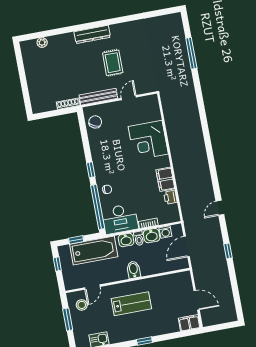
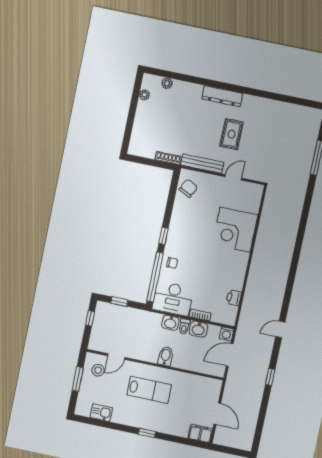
plant: (27, 60) -> (145, 95), added
filing cabinet: (165, 179) -> (236, 277), removed
washing machine: (165, 232) -> (226, 334), moved
bathtub: (94, 250) -> (133, 320), removed

